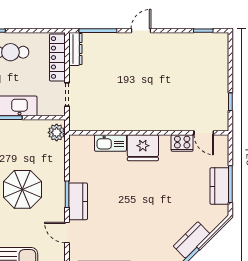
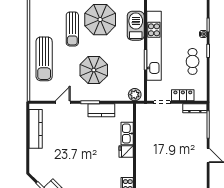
locker: (57, 58) -> (183, 95), width x0.66
fridge: (143, 148) -> (126, 152), width x0.53, depth x0.75
kitchen counter: (78, 201) -> (101, 110), moved

